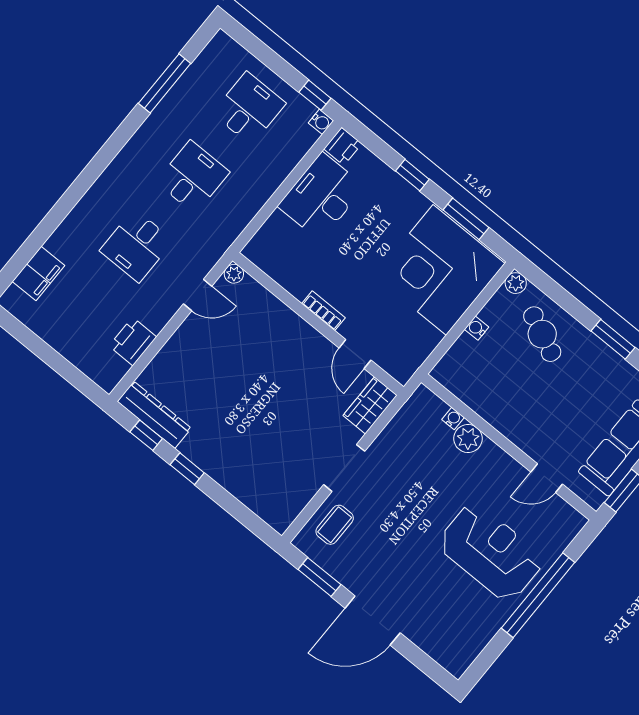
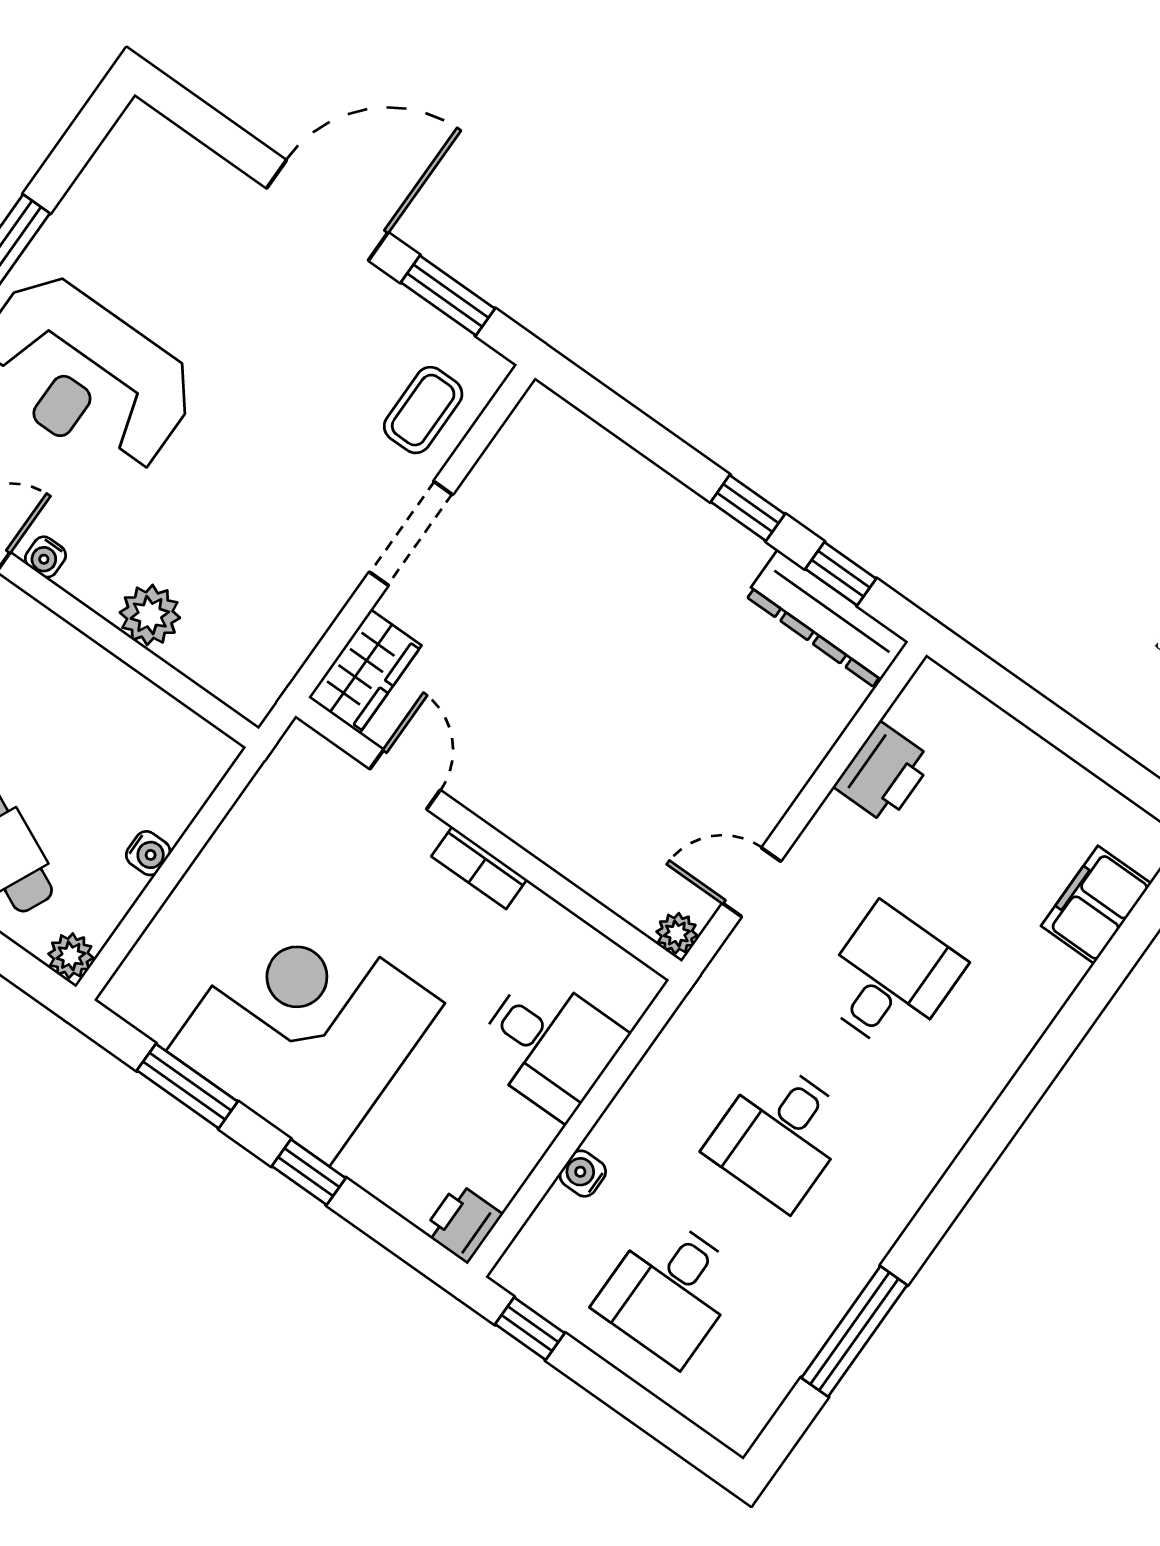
water cooler: (321, 122) -> (583, 1174), moved
desk: (321, 196) -> (549, 1044), moved, width x0.73
corner desk: (440, 270) -> (306, 1027), moved, turned -90
water cooler: (453, 419) -> (45, 557), moved

